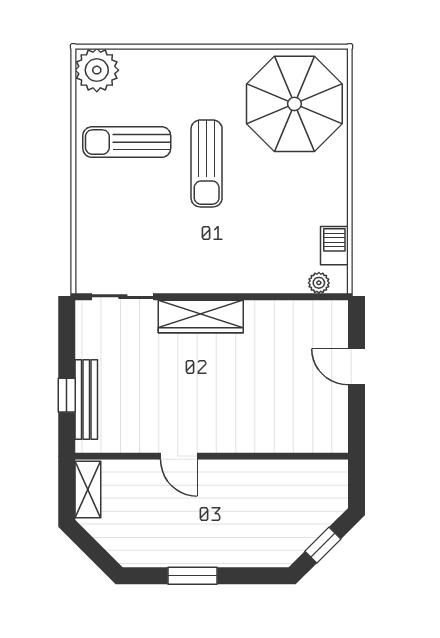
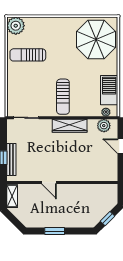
sun lounger: (207, 163) -> (63, 97), moved
barbecue: (334, 246) -> (109, 90), width x1.88, depth x1.53
wardrobe: (201, 316) -> (70, 126), moved
plant: (314, 316) -> (104, 126), added

